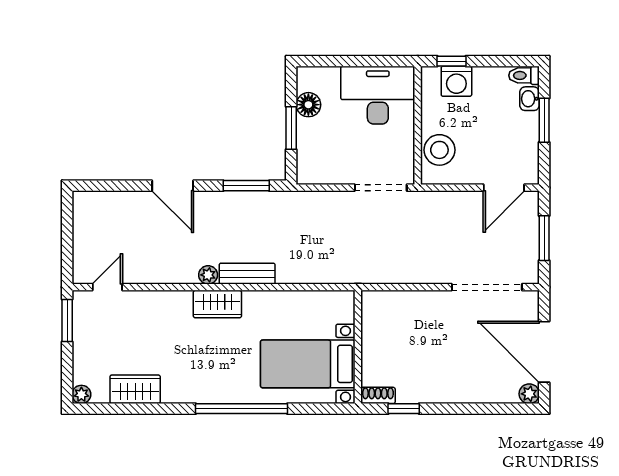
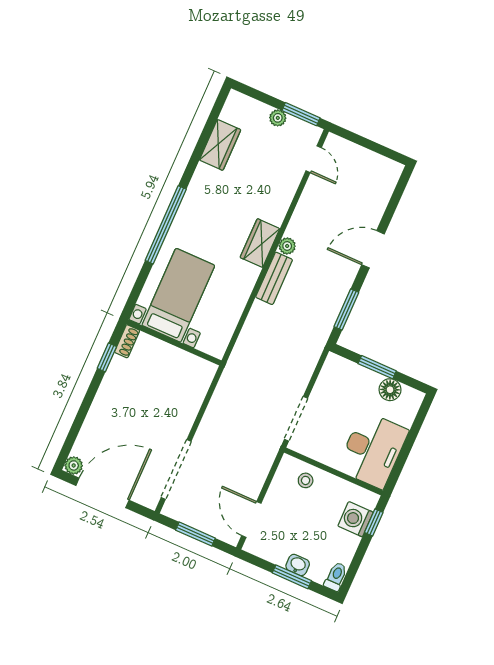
washbasin: (529, 99) -> (298, 565), moved
stool: (439, 150) -> (306, 480), width x0.53, depth x0.53
plant: (81, 394) -> (278, 118), moved

